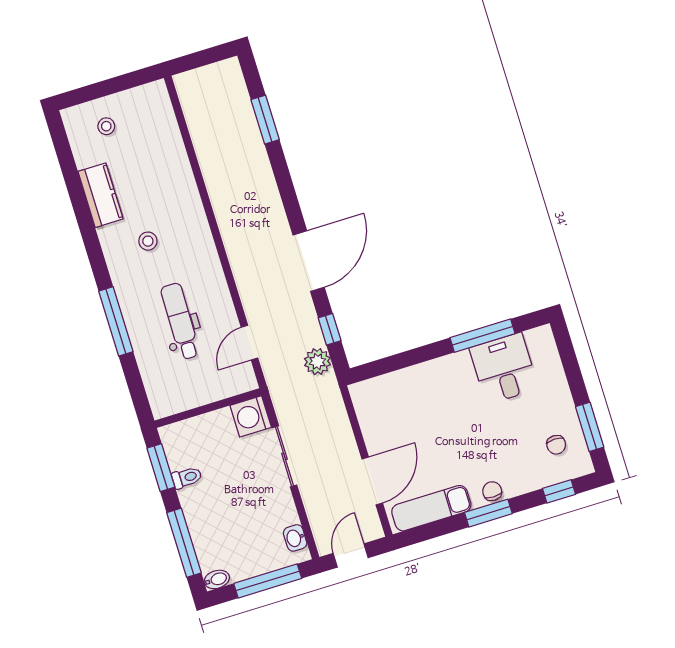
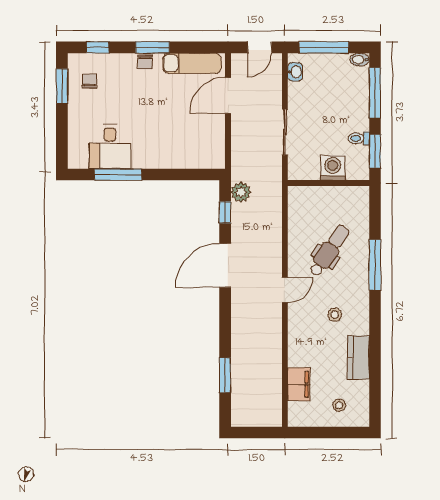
filing cabinet: (167, 137) -> (299, 384), added
dental chair: (180, 321) -> (329, 251), turned -147
door: (249, 343) -> (285, 290), moved
washing machine: (251, 416) -> (333, 168), moved, turned -90

